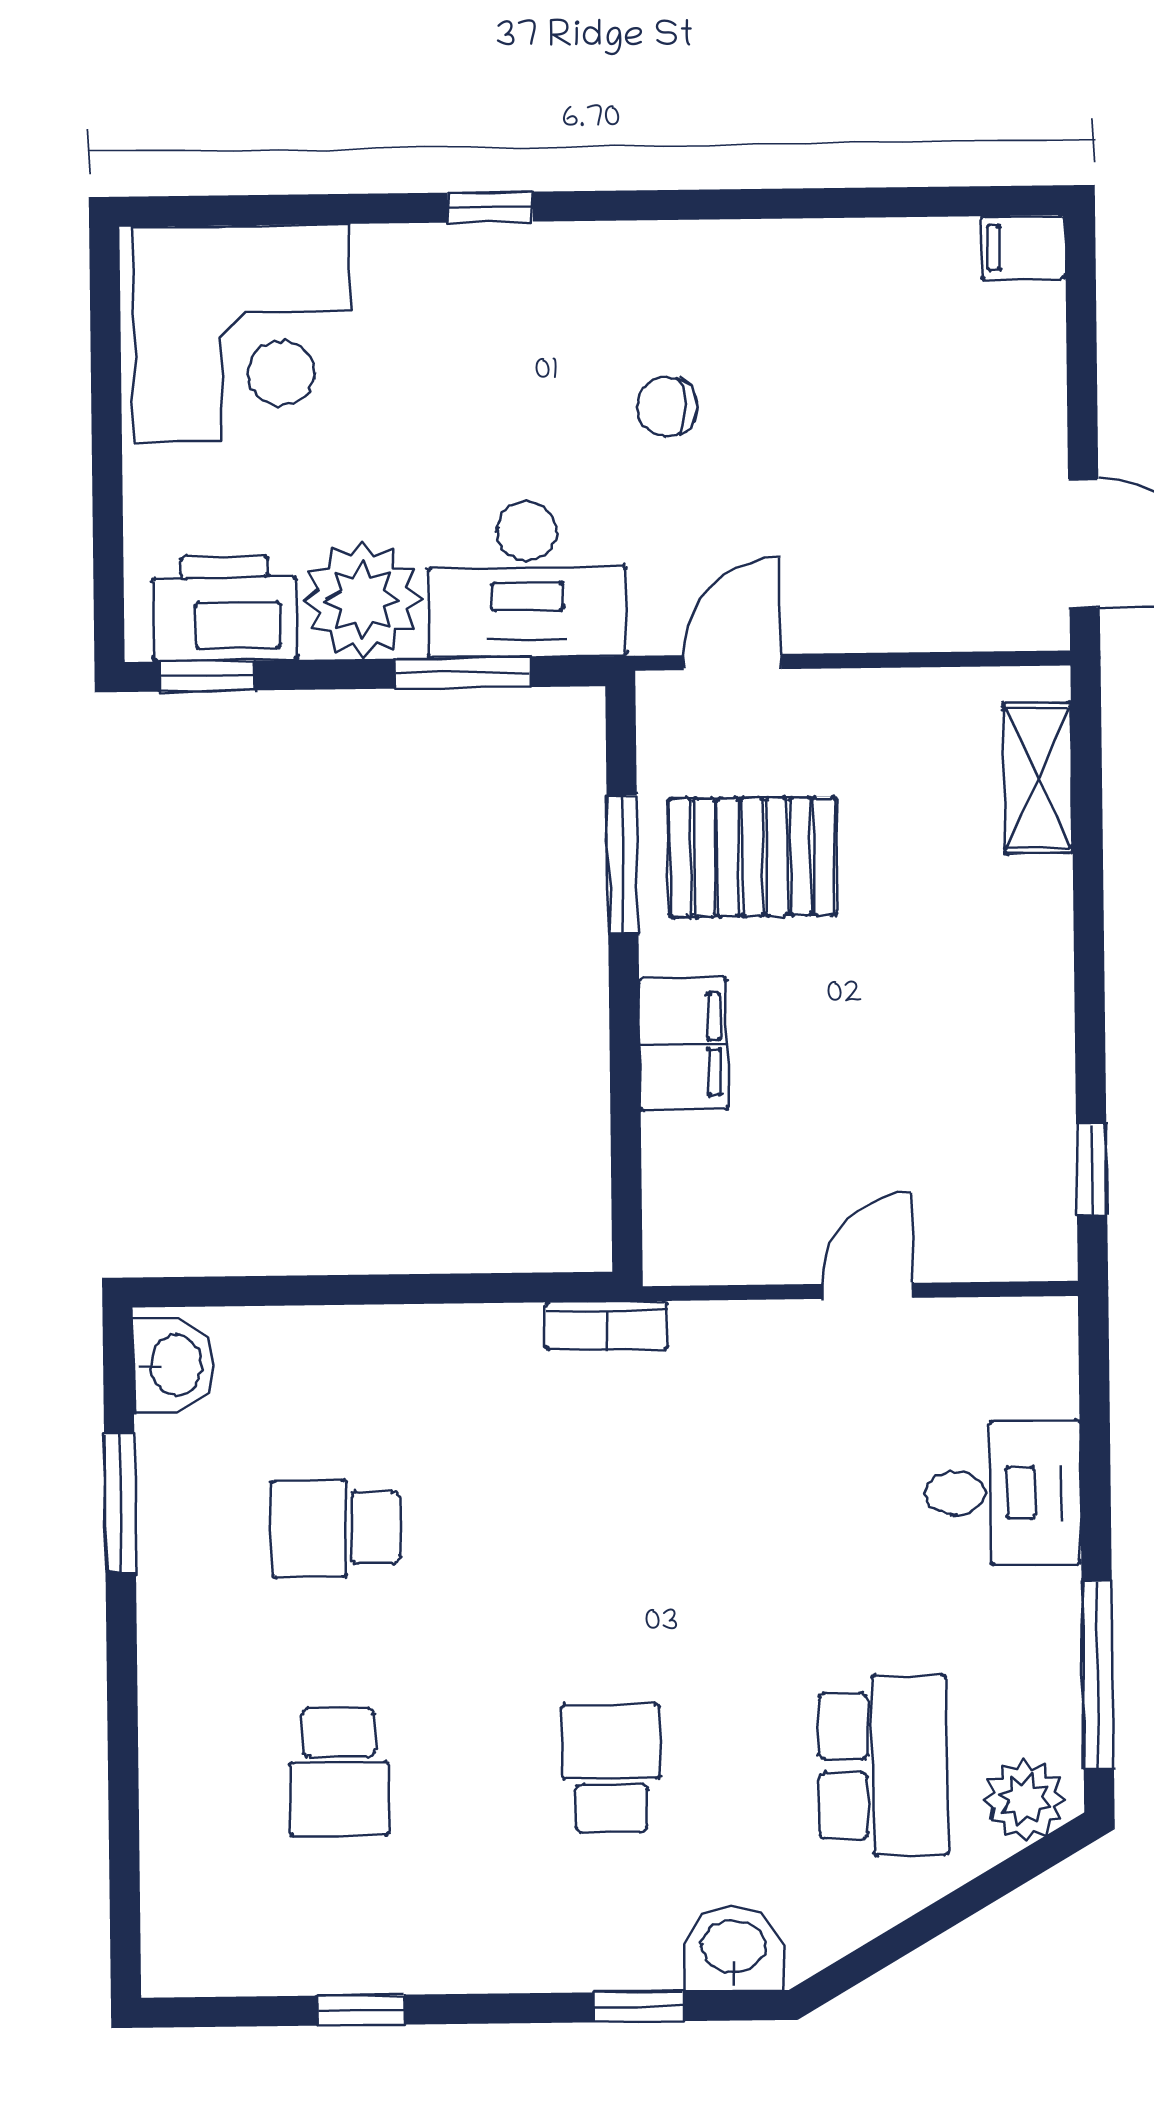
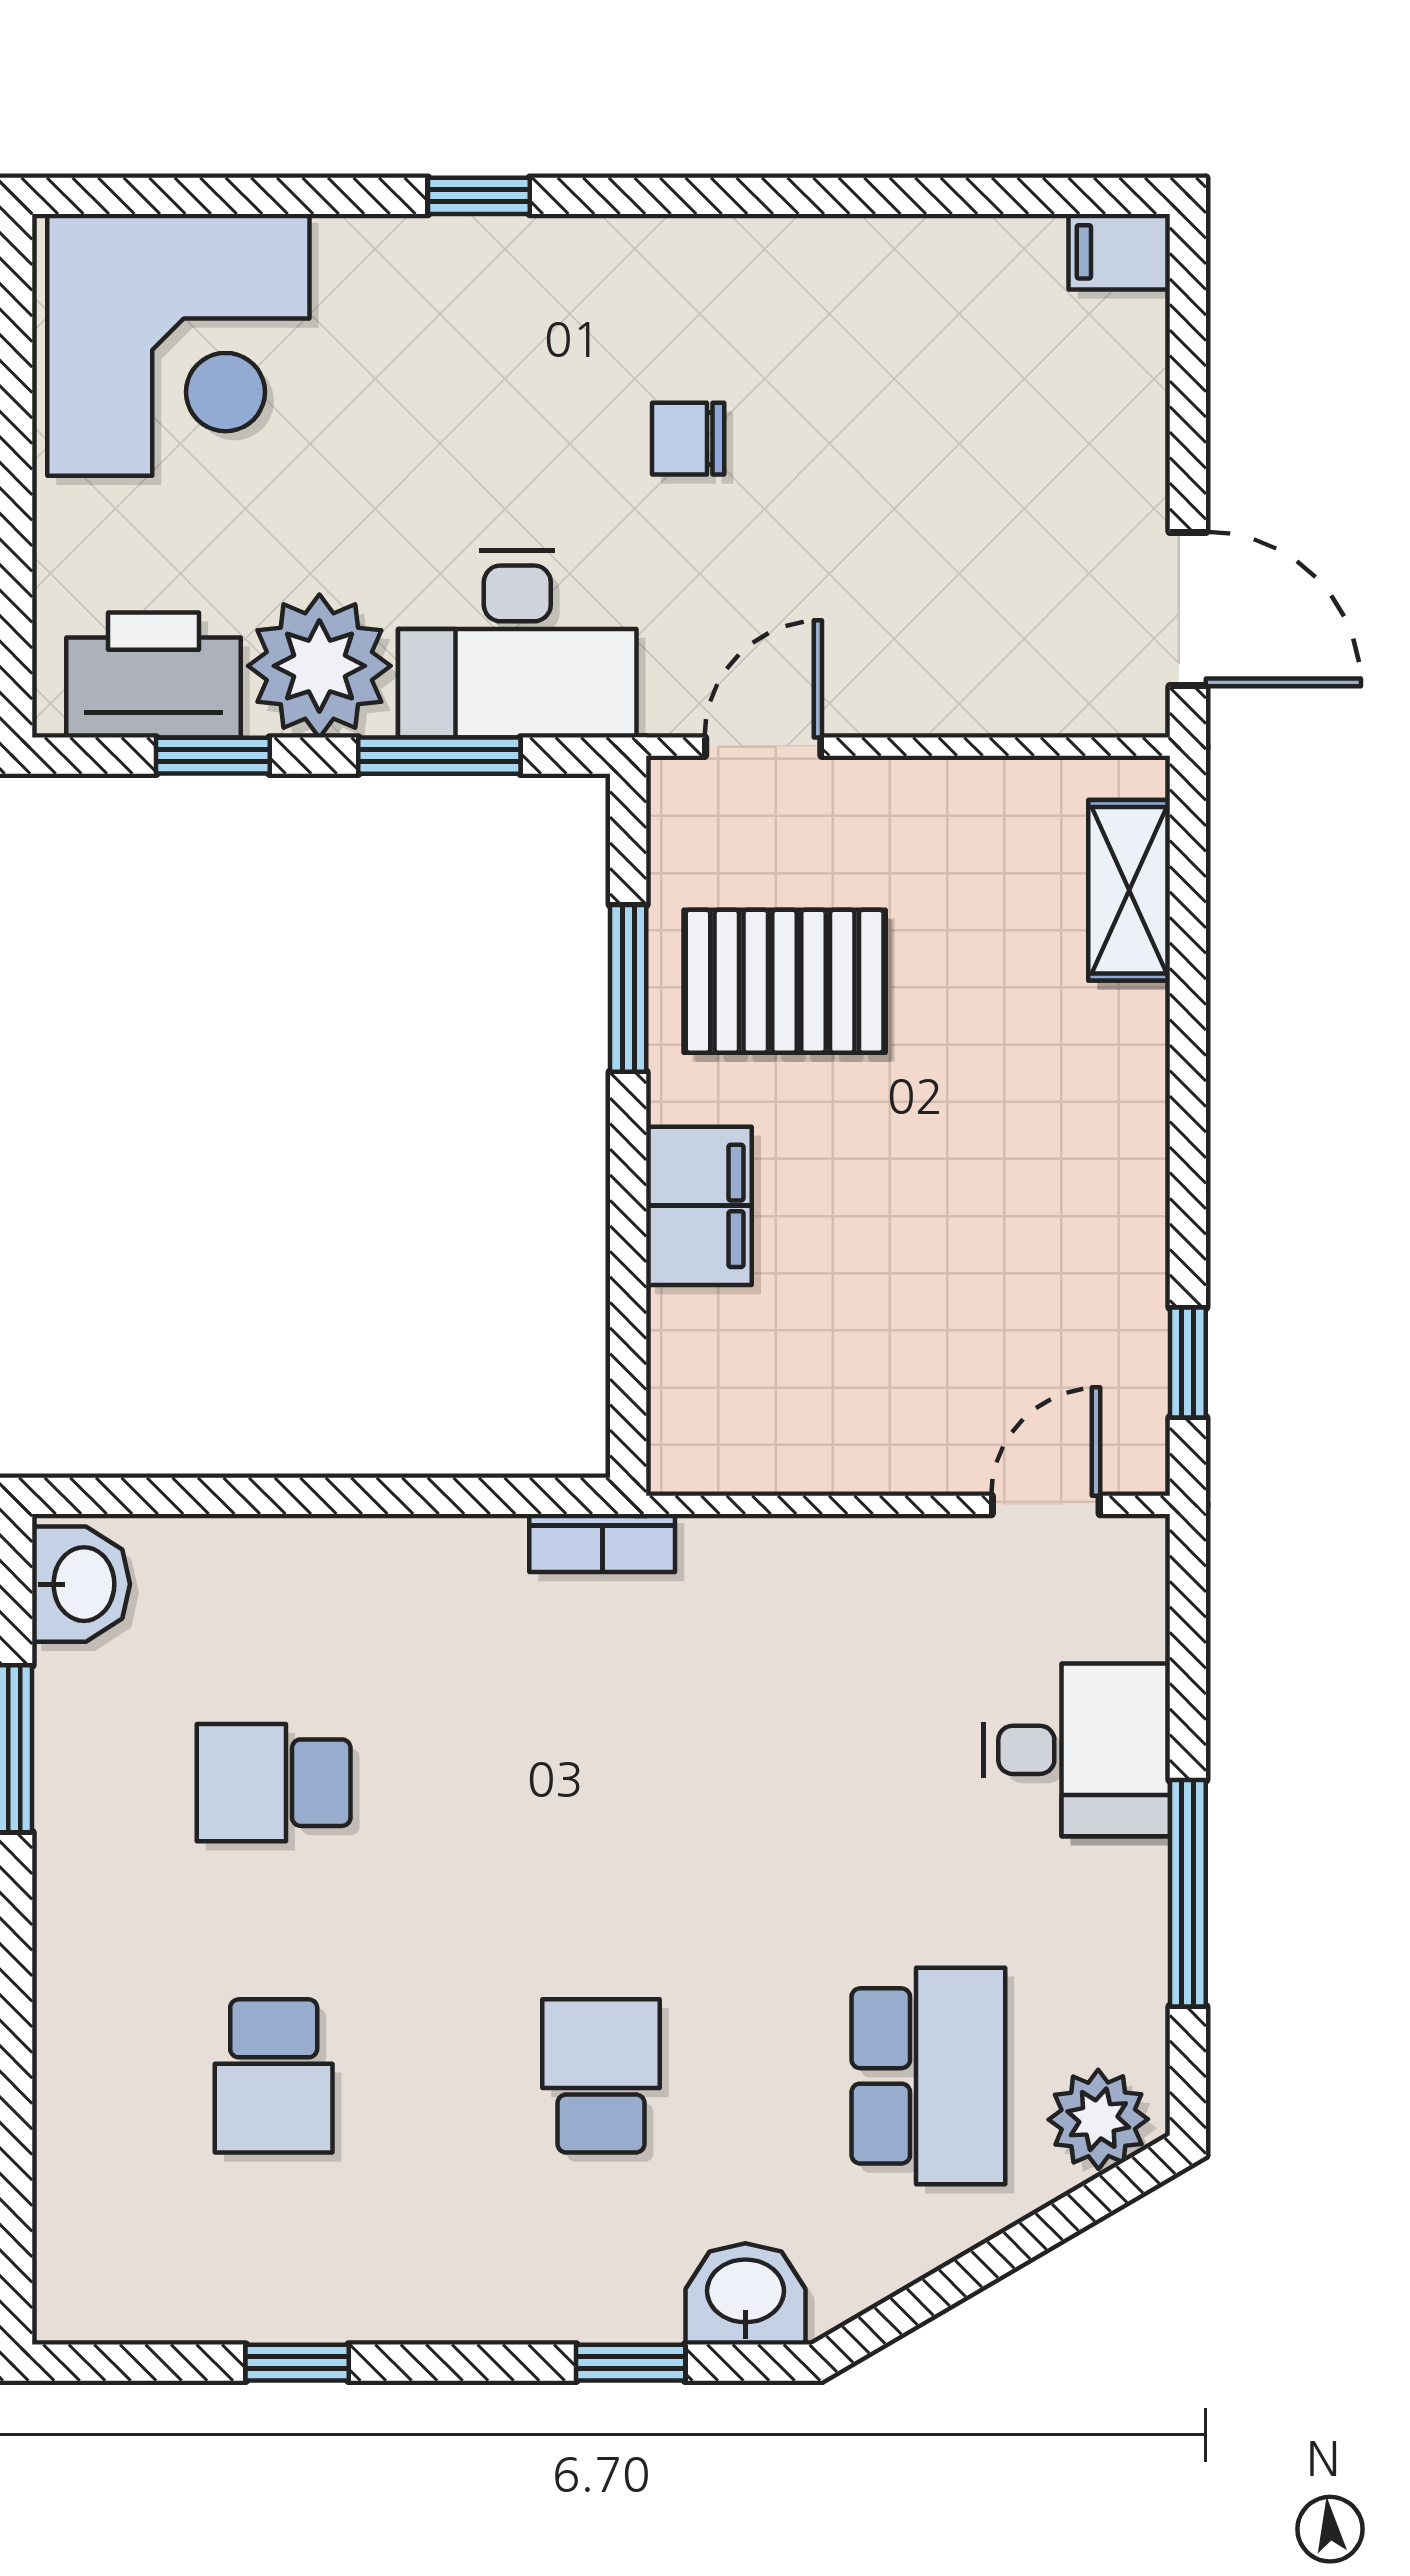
window: (207, 676) -> (213, 756), moved
door: (867, 1291) -> (1046, 1505), moved
window: (1098, 1674) -> (1188, 1893), moved

